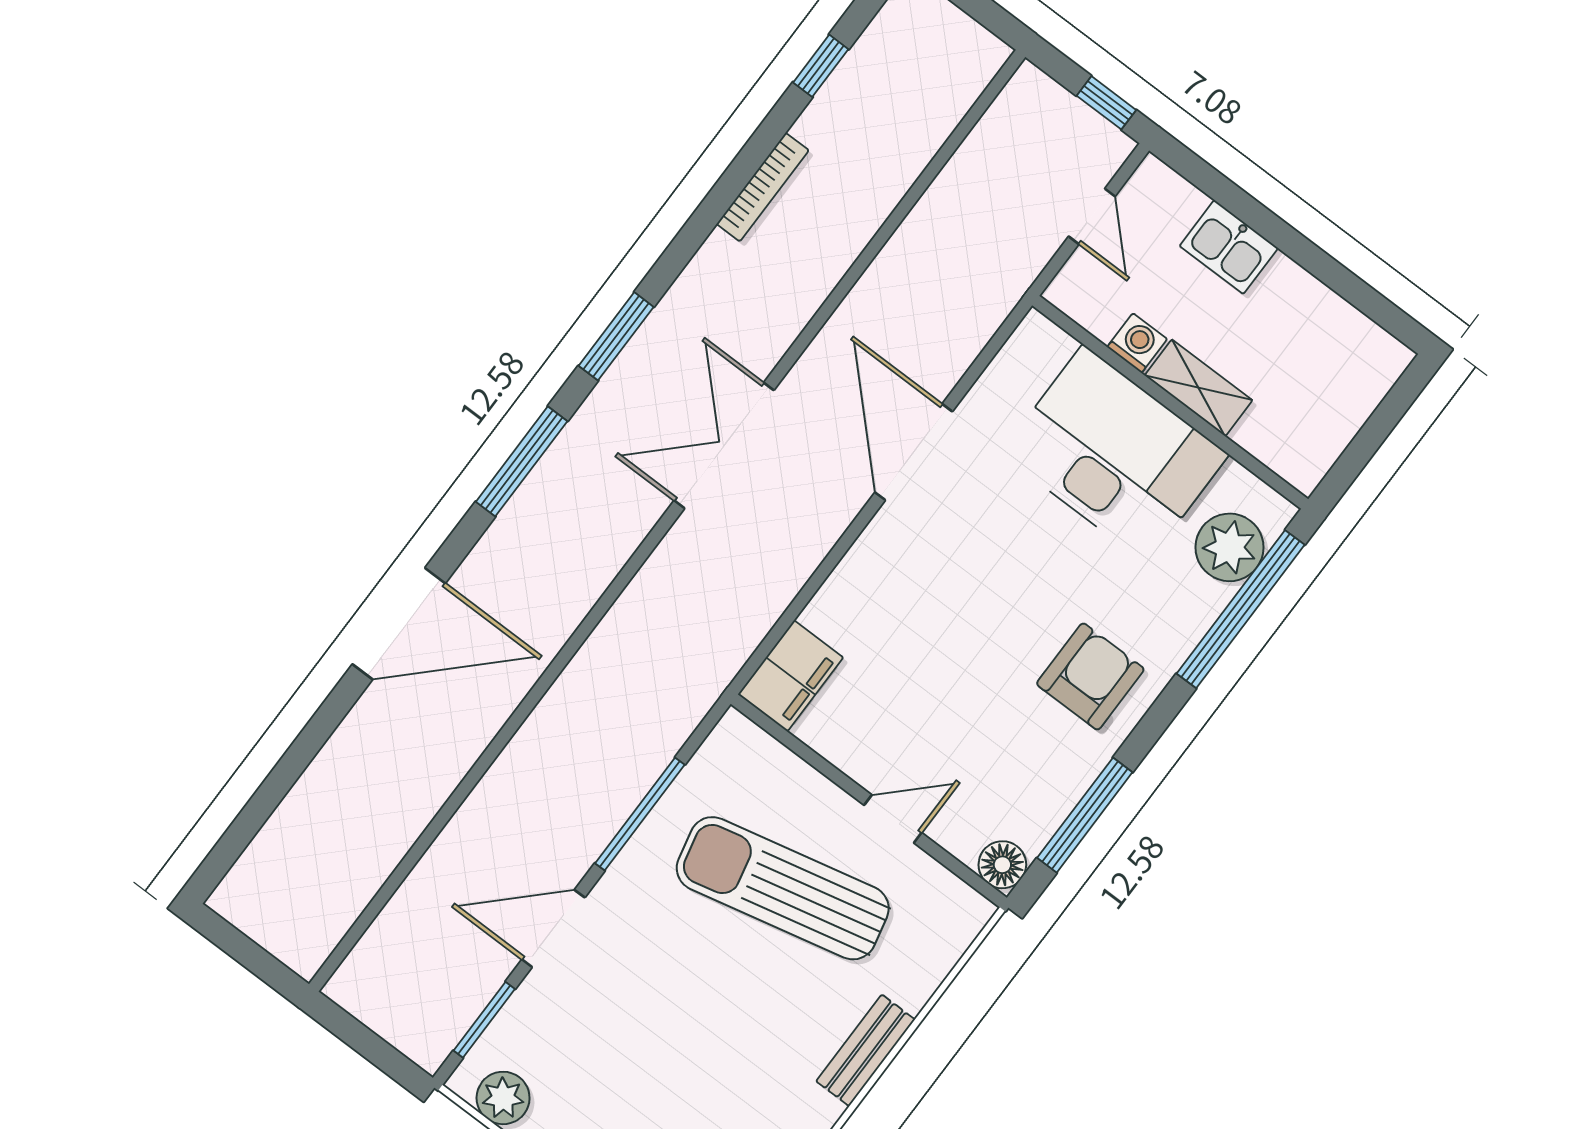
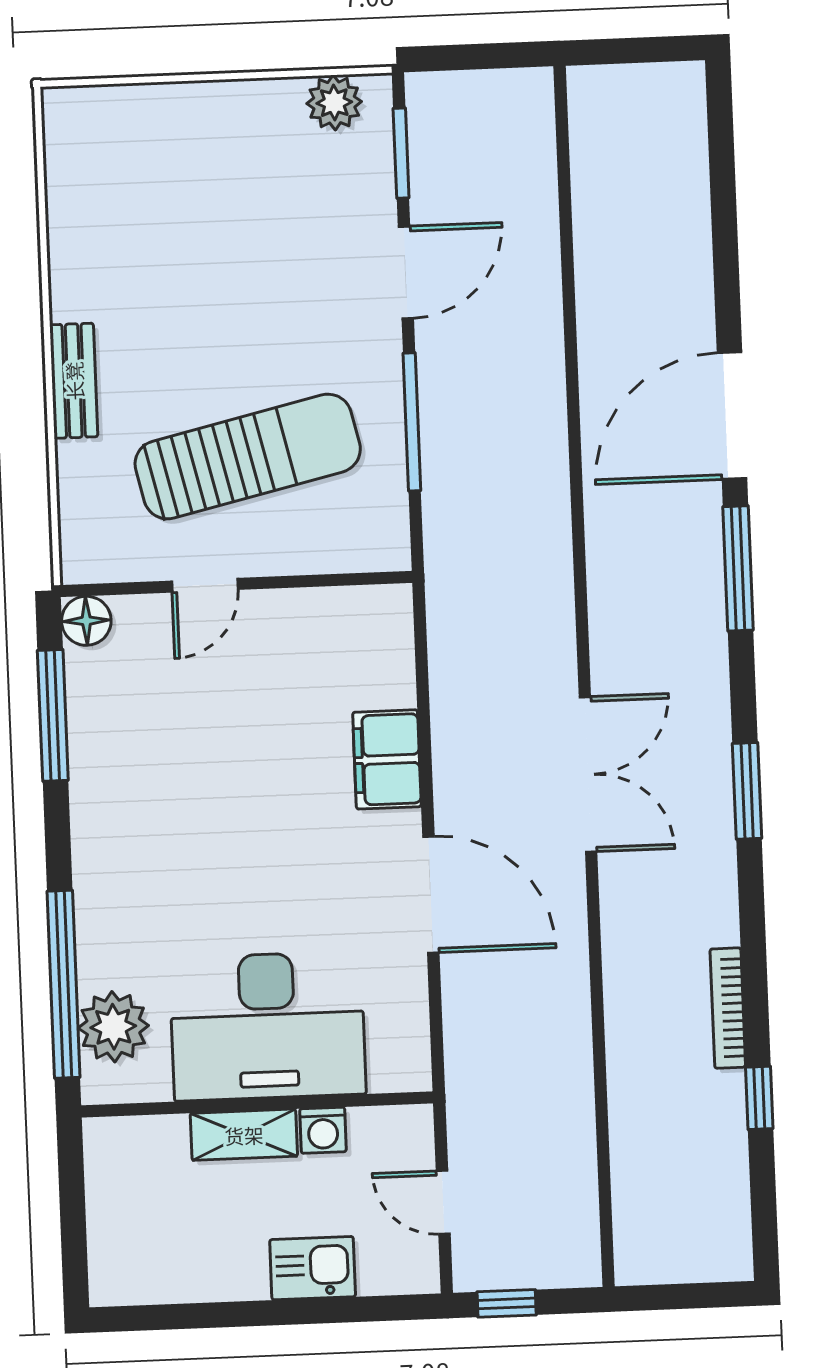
window: (821, 66) -> (759, 1098), moved
window: (522, 461) -> (738, 568), moved
filing cabinet: (791, 676) -> (387, 759), moved
armchair: (1090, 676) -> (140, 831), removed

